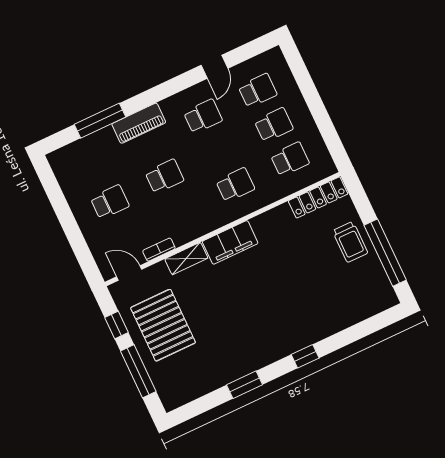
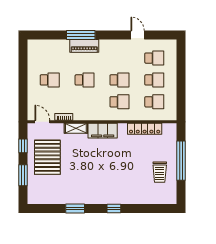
door: (215, 67) -> (138, 35), swing flipped
school desk: (203, 116) -> (119, 80), moved
window: (100, 121) -> (81, 35), moved
locker: (318, 197) -> (145, 129), moved
trolley: (350, 242) -> (160, 172), moved
window: (385, 253) -> (181, 161), moved
window: (138, 371) -> (23, 175), width x0.69

